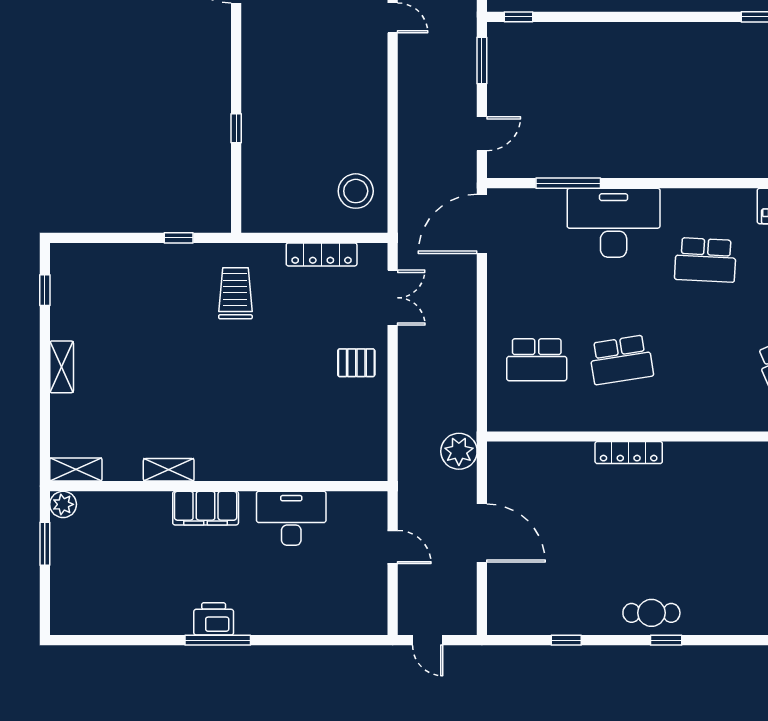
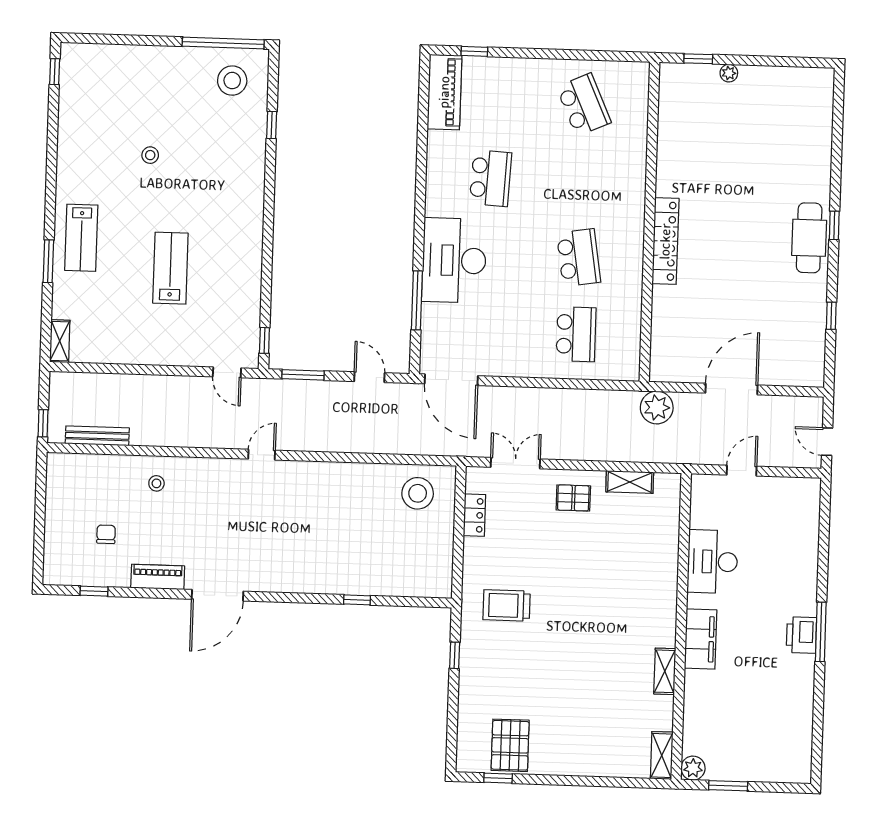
locker: (322, 254) -> (474, 515), width x0.66
pallet: (82, 302) -> (510, 745), added
pallet: (356, 363) -> (573, 498), turned 90
shelving: (62, 367) -> (630, 482), moved
locker: (629, 453) -> (665, 241), width x1.41, depth x1.21
cafe table: (651, 613) -> (809, 238), width x1.37, depth x1.35
door: (428, 640) -> (827, 442), swing flipped

